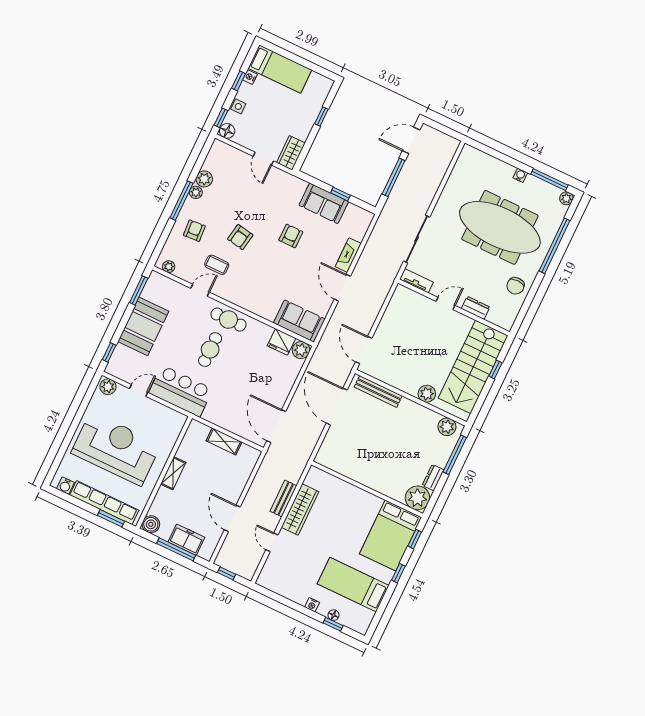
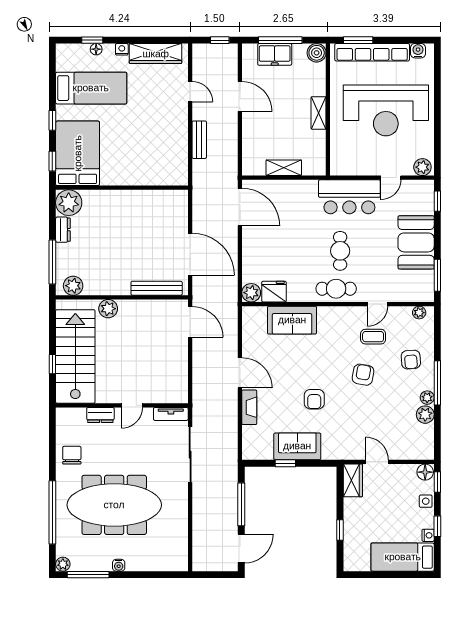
sofa: (299, 321) -> (292, 320), moved
wardrobe: (300, 509) -> (156, 54), moved, turned -90

